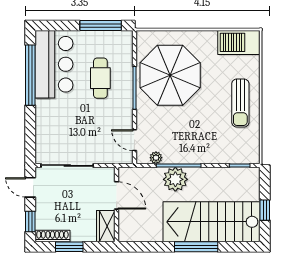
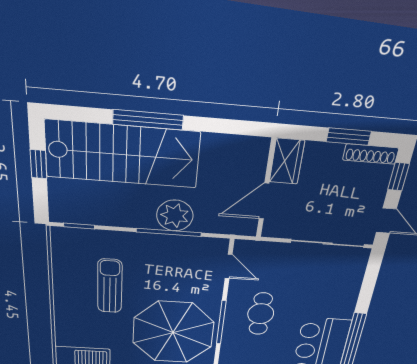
cafe table: (100, 78) -> (261, 314), moved
sun lounger: (240, 103) -> (110, 286), moved
plant: (156, 158) -> (201, 244), removed
door: (117, 195) -> (264, 201), hinge flipped

